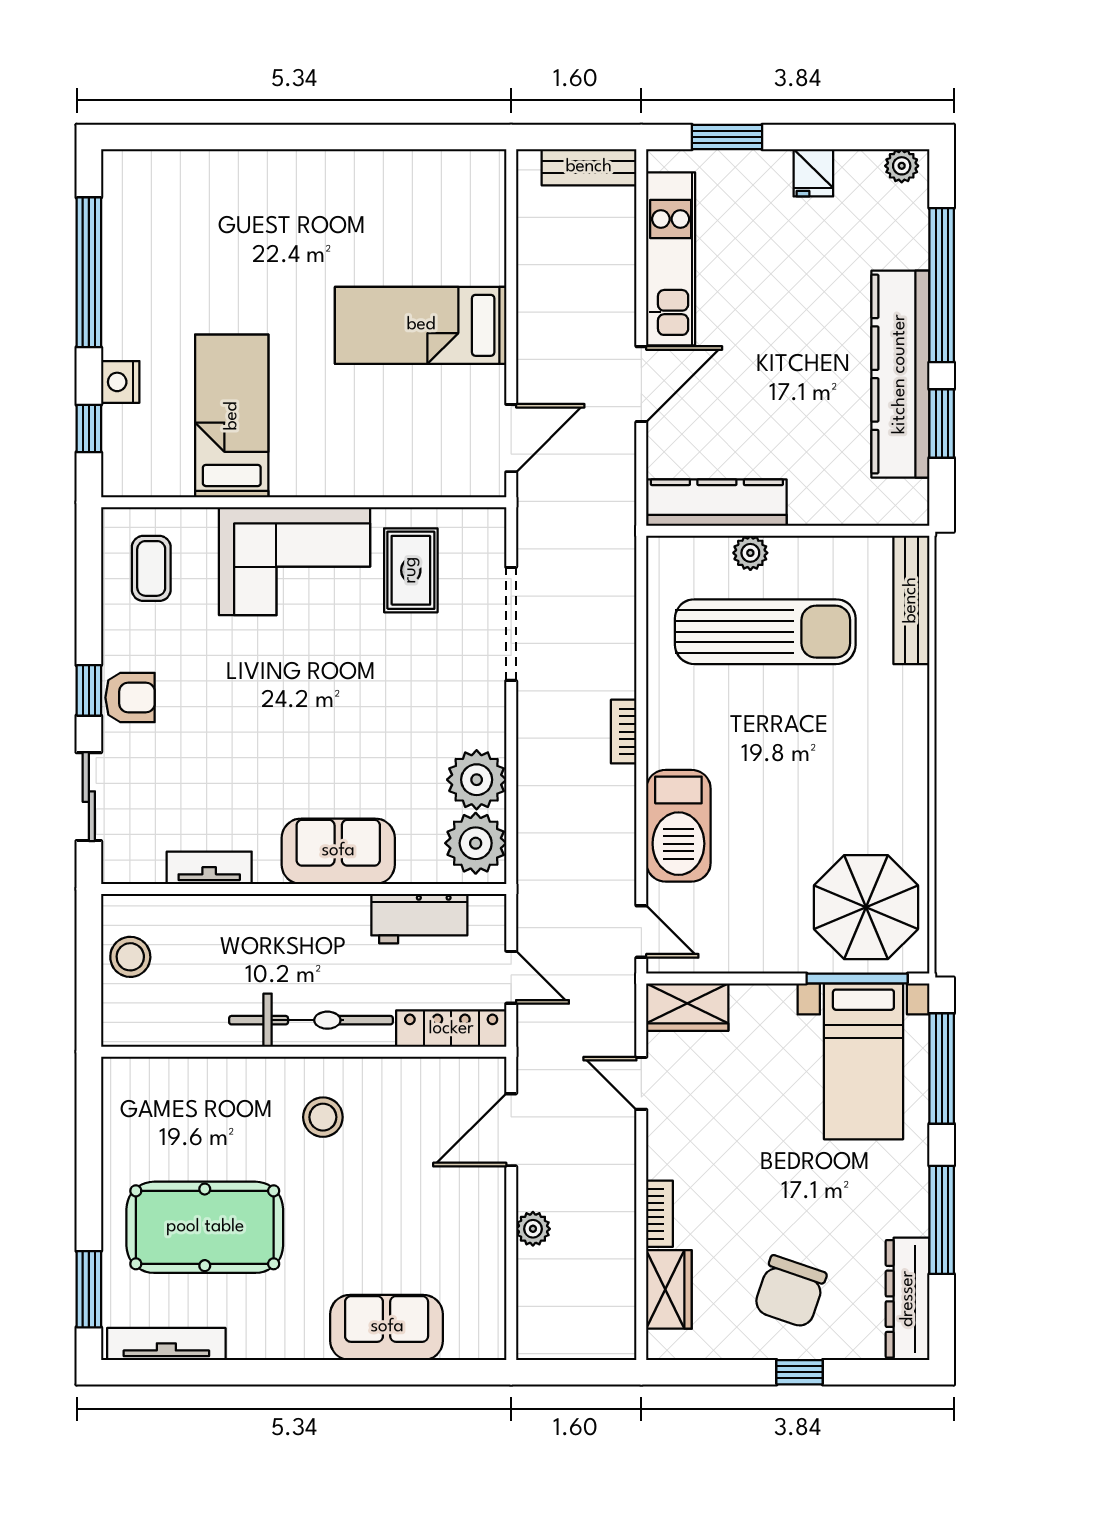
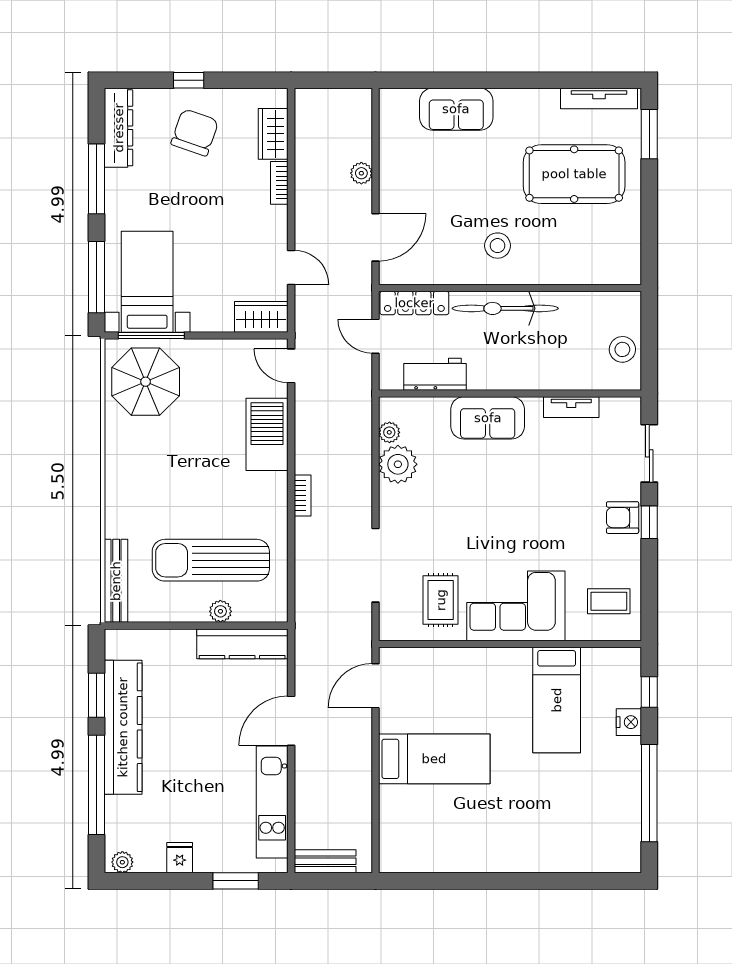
coffee table: (151, 568) -> (609, 601), turned 90
plant: (476, 843) -> (389, 432), width x0.53, depth x0.53

